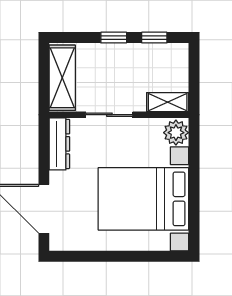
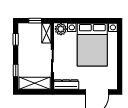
window: (114, 38) -> (16, 71), moved
window: (194, 79) -> (35, 21), added

